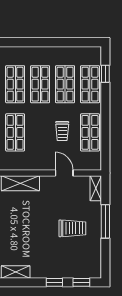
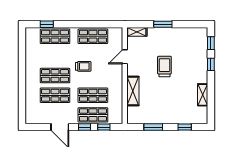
shop shelf: (65, 84) -> (55, 56), removed
trolley: (62, 131) -> (83, 66), moved
window: (105, 221) -> (163, 24), width x0.69
trolley: (72, 228) -> (164, 67), moved

